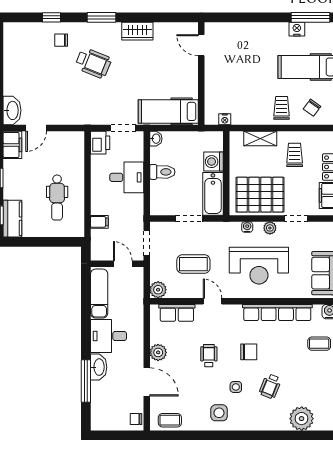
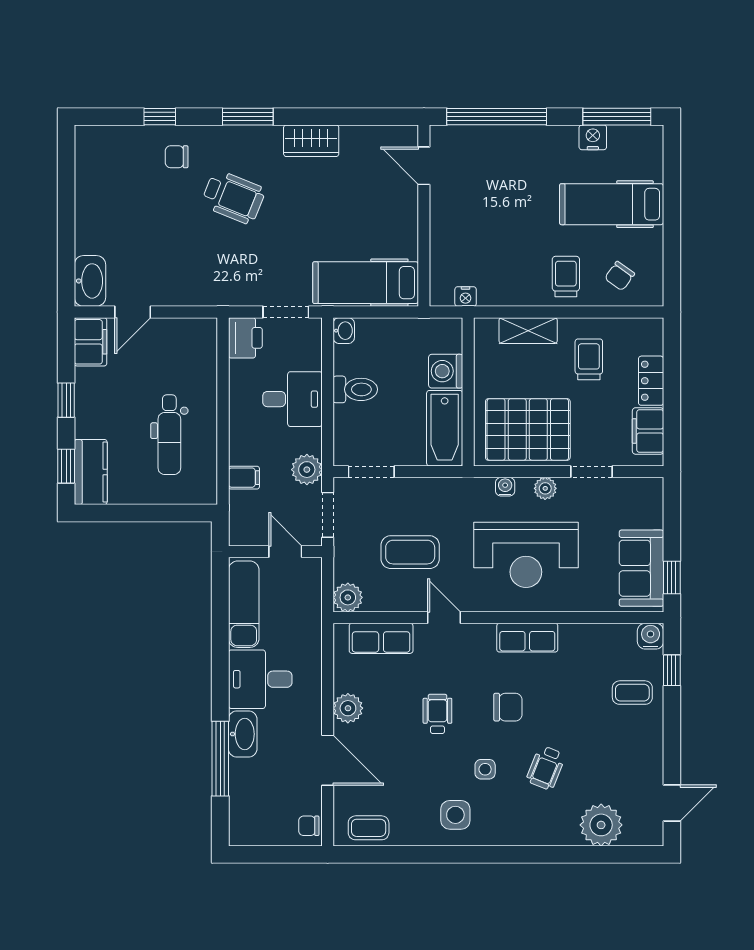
window: (242, 17) -> (497, 117), added
plant: (135, 217) -> (307, 470), added
doorway: (189, 218) -> (371, 472), moved
row of seats: (277, 312) -> (527, 638), width x0.50

